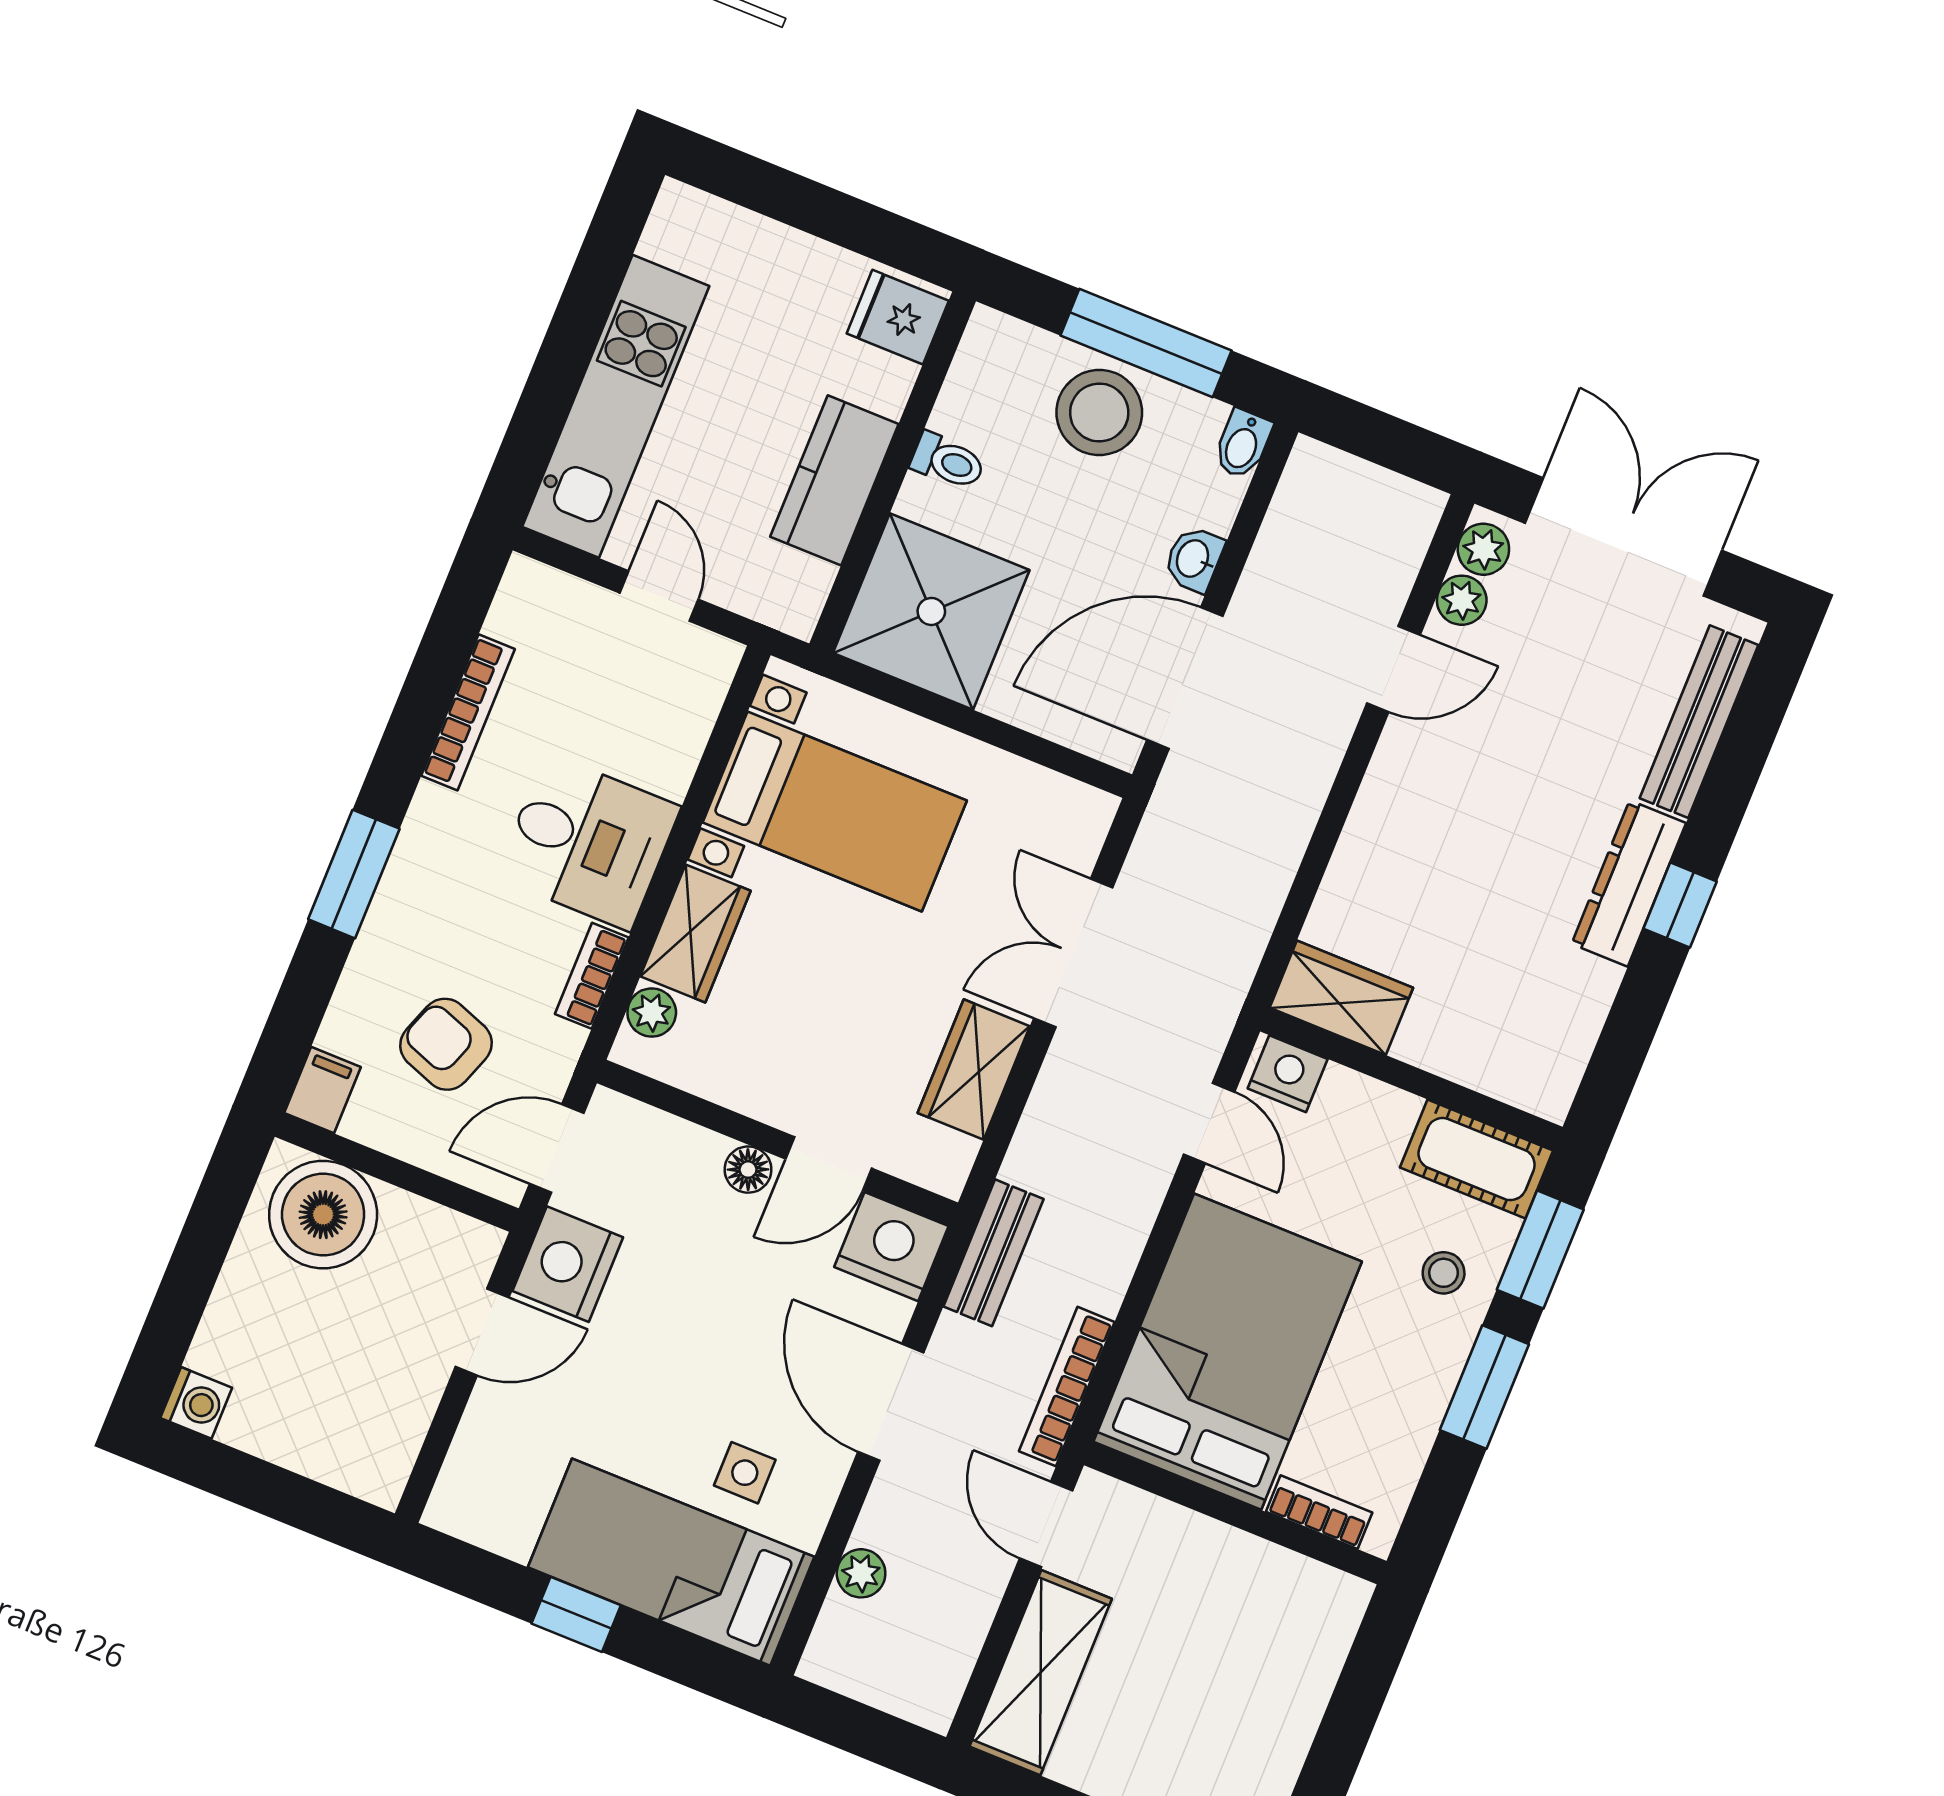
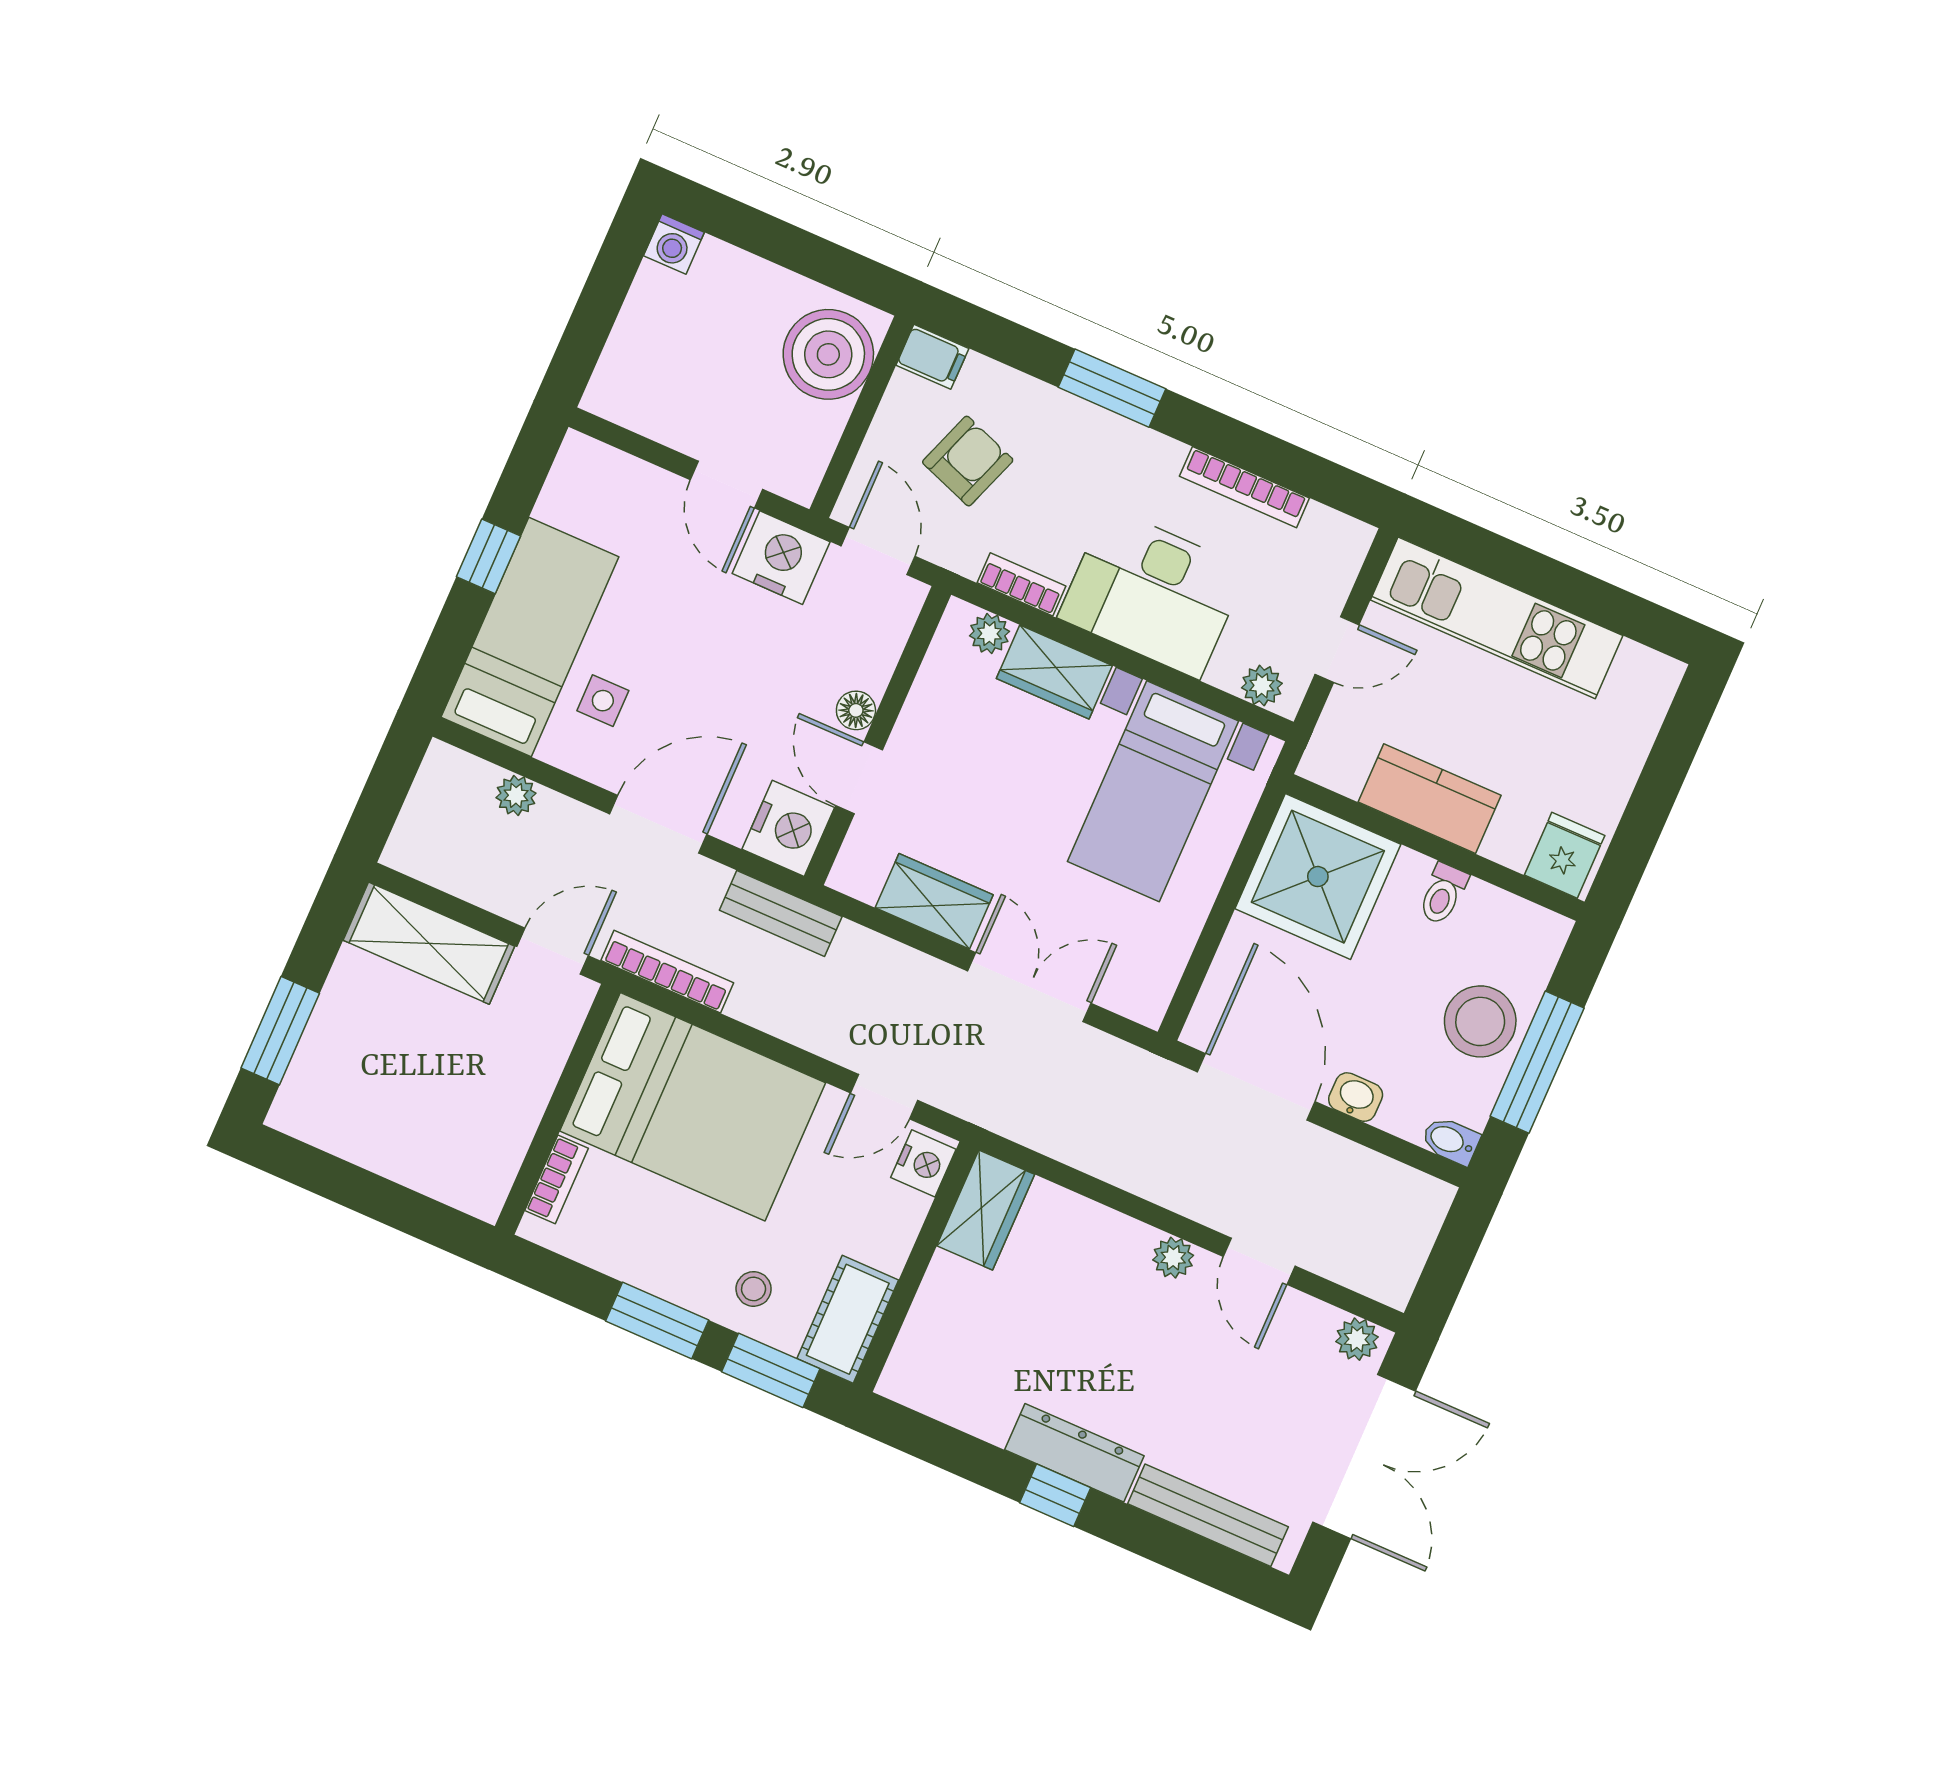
plant: (1462, 600) -> (1173, 1258), moved
plant: (705, 685) -> (1262, 686), added
desk: (588, 842) -> (1153, 593), width x1.37

